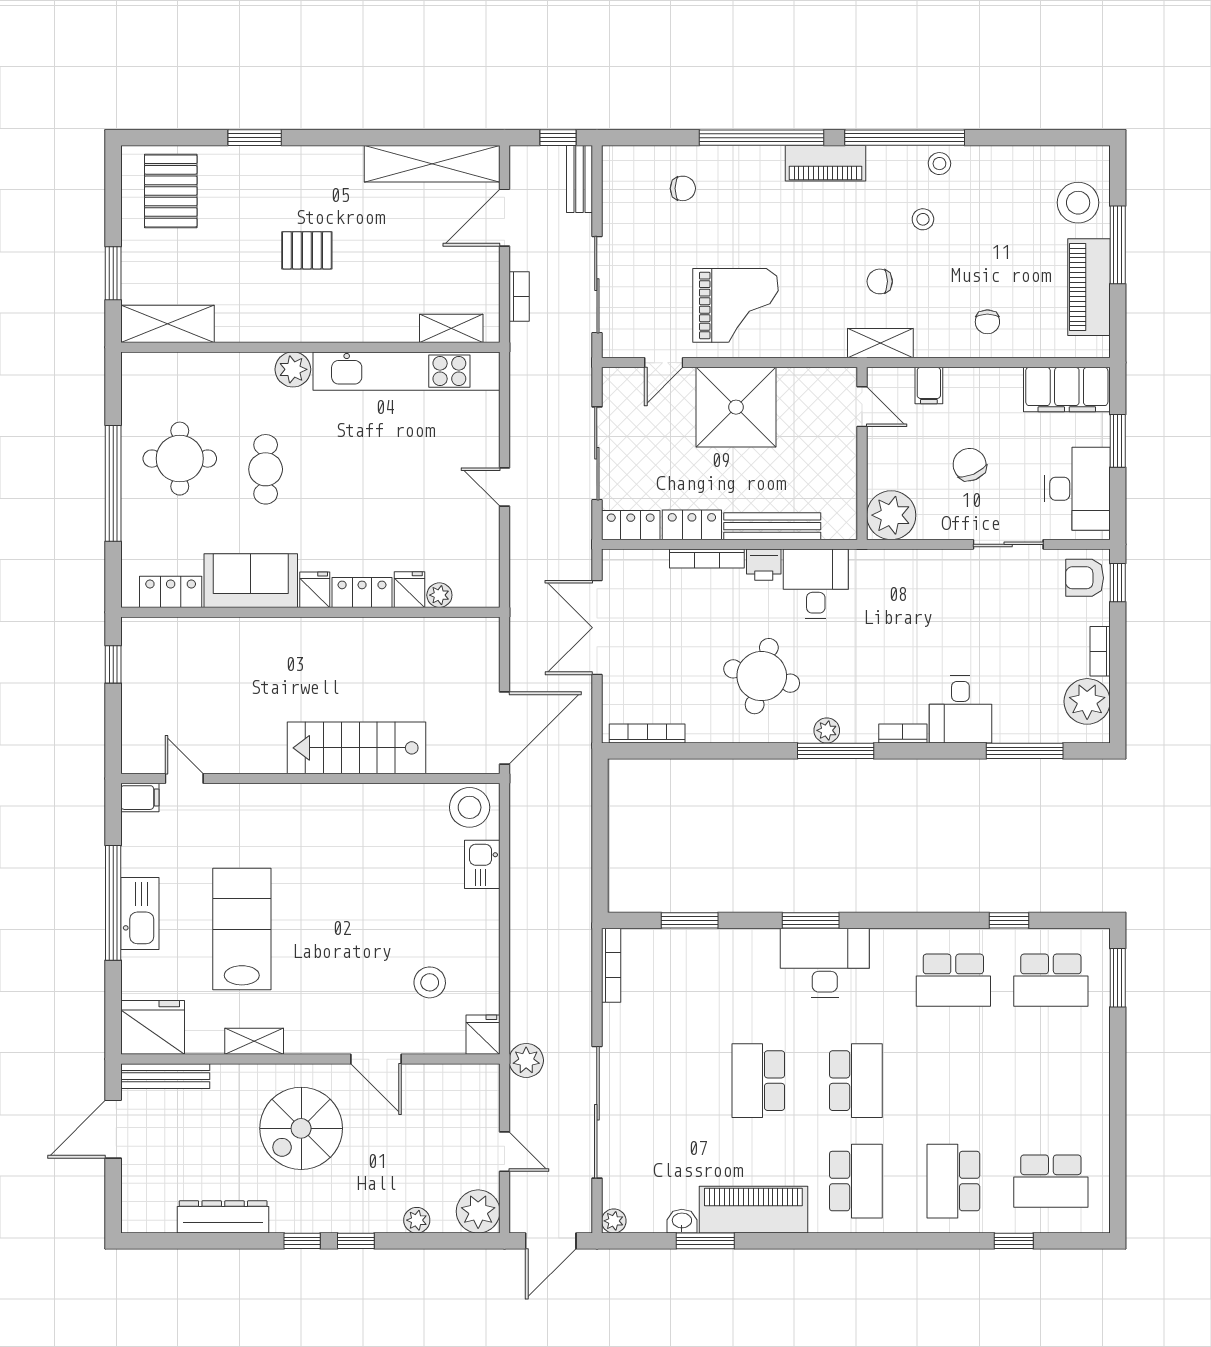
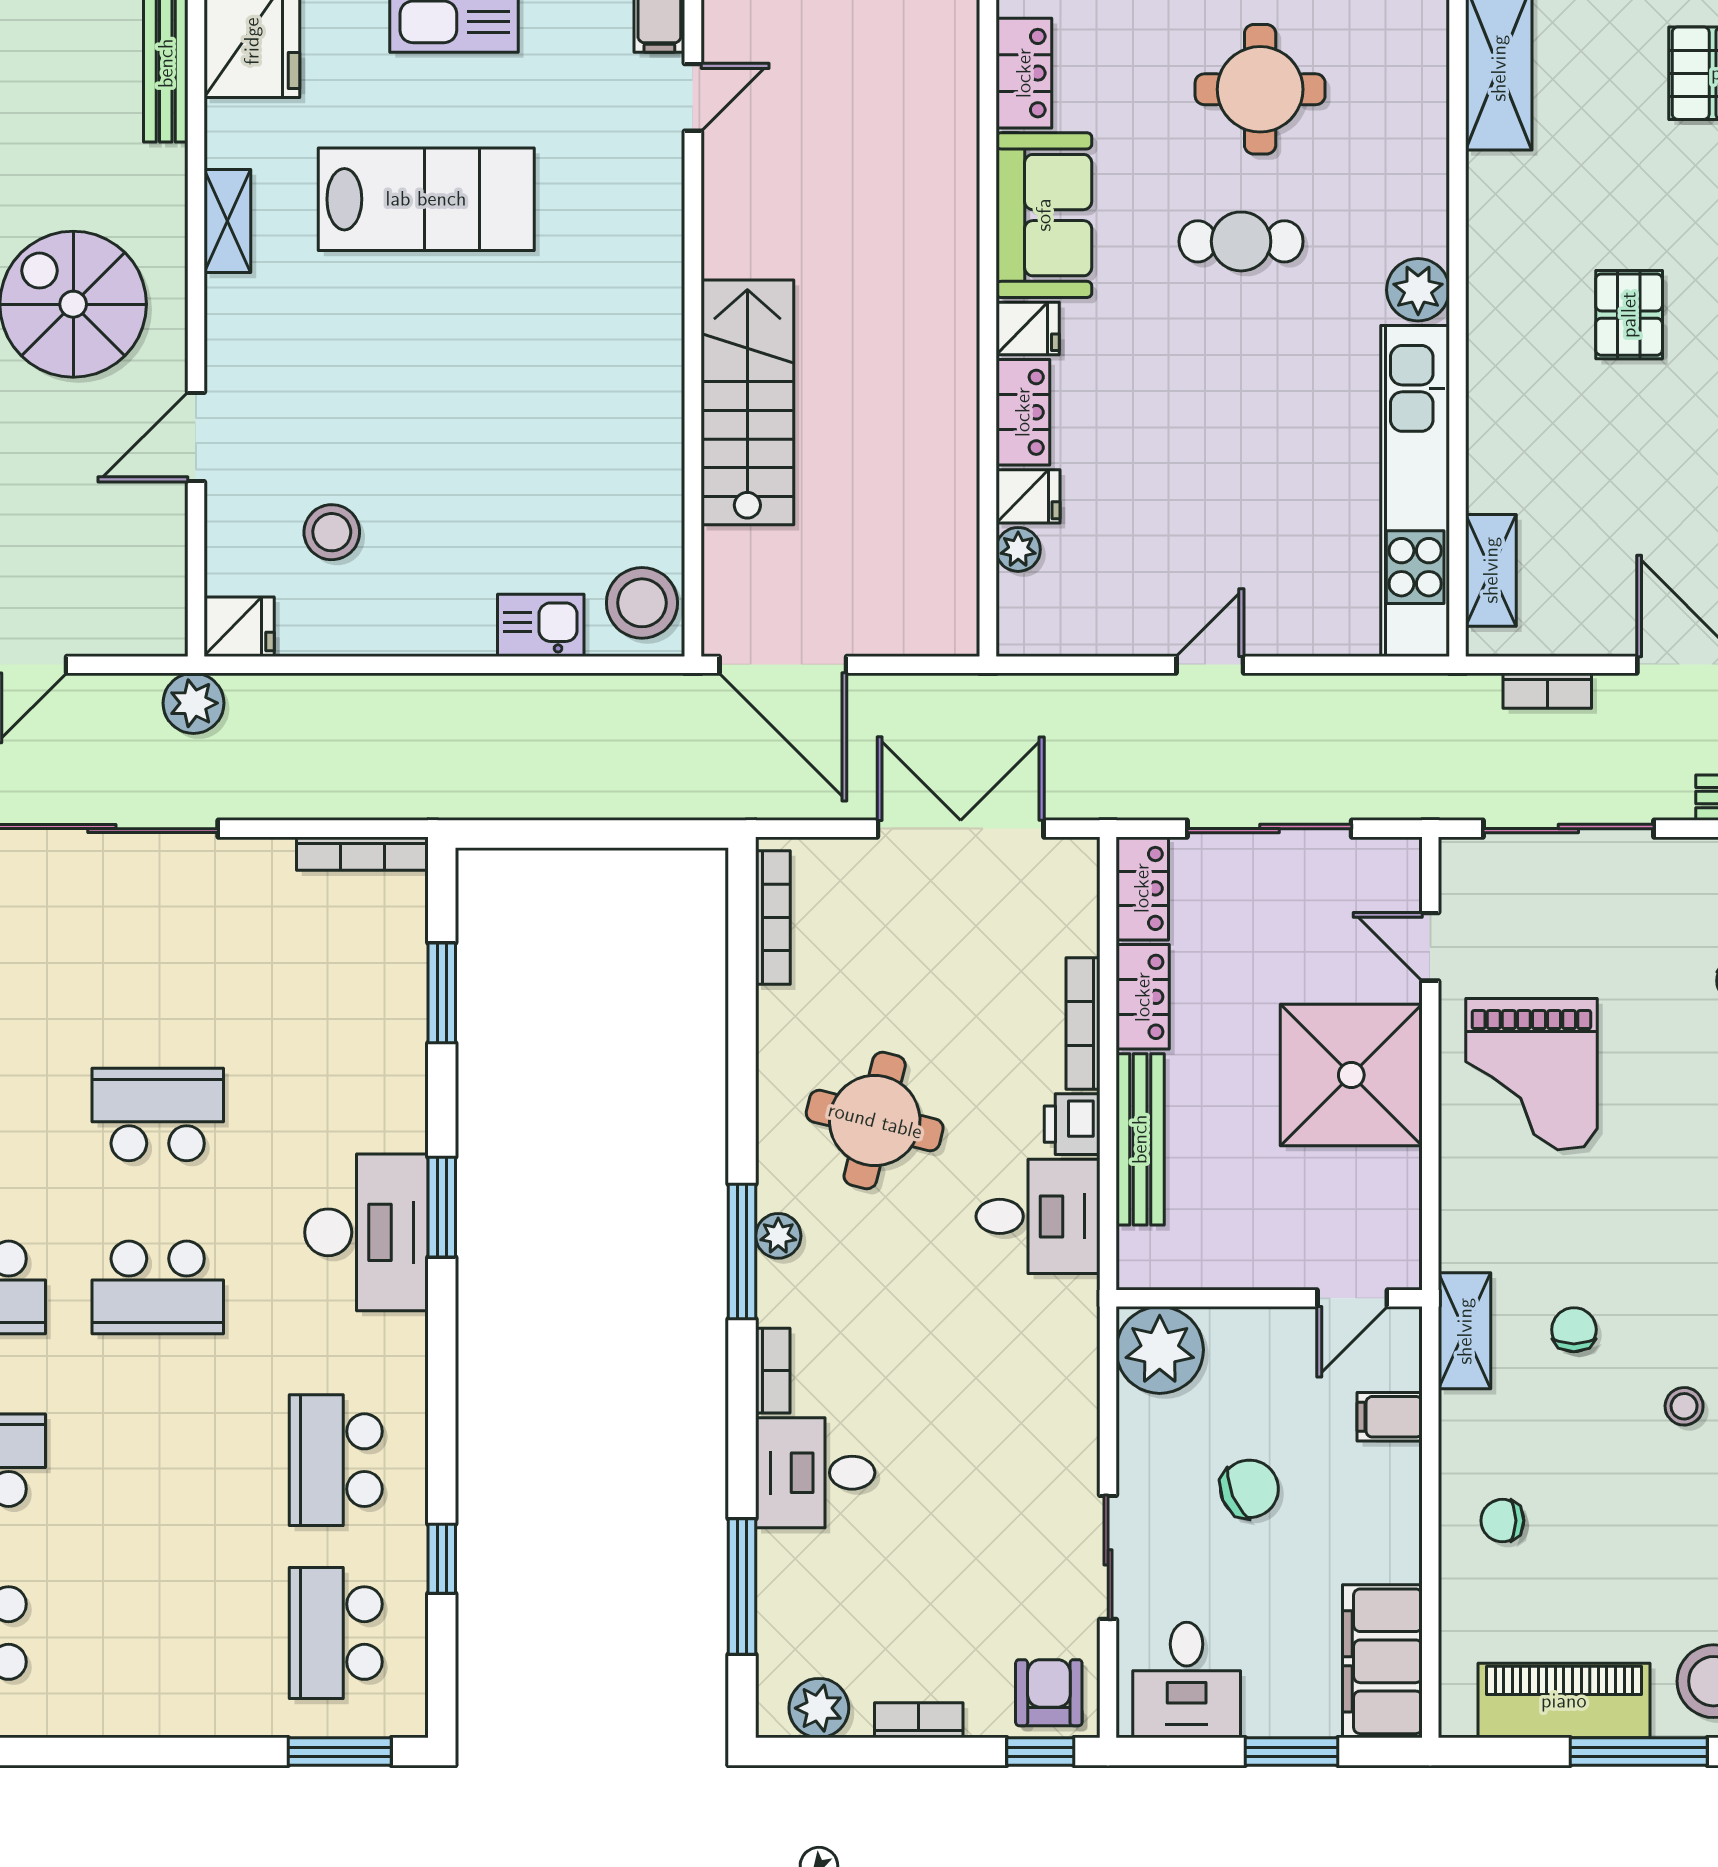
desk: (1077, 489) -> (1187, 1680), width x0.73
plant: (1087, 701) -> (819, 1708), width x0.73, depth x0.73

